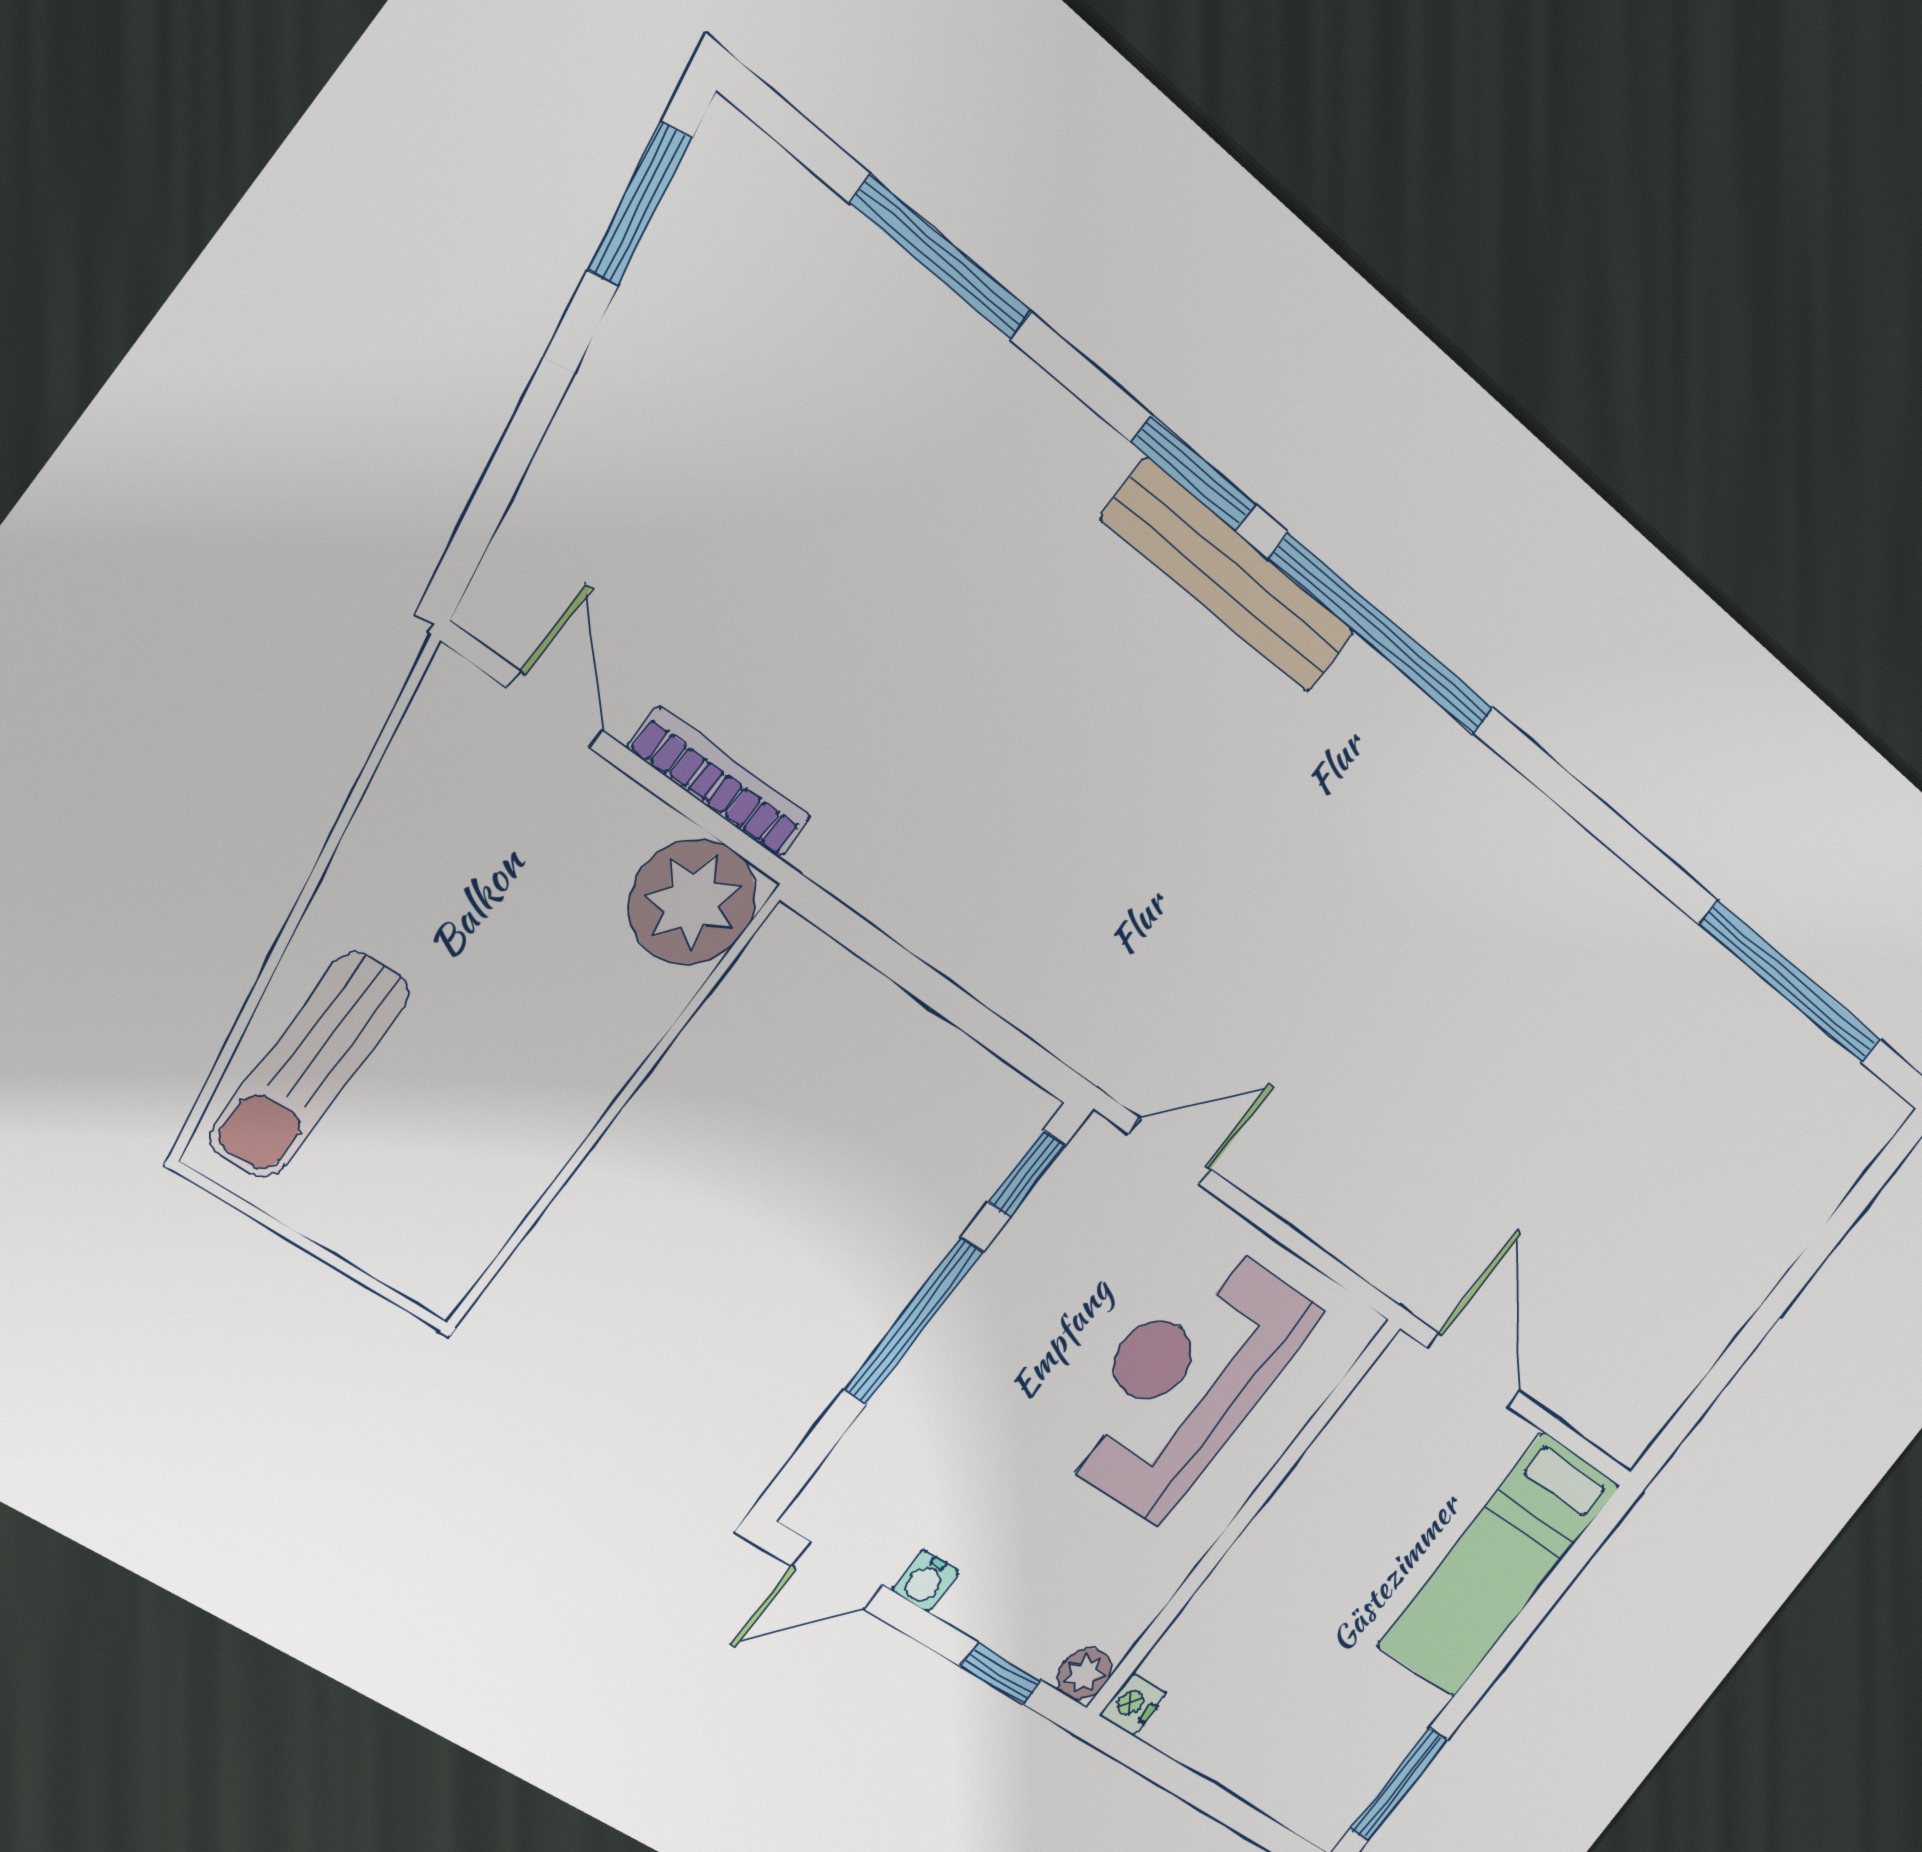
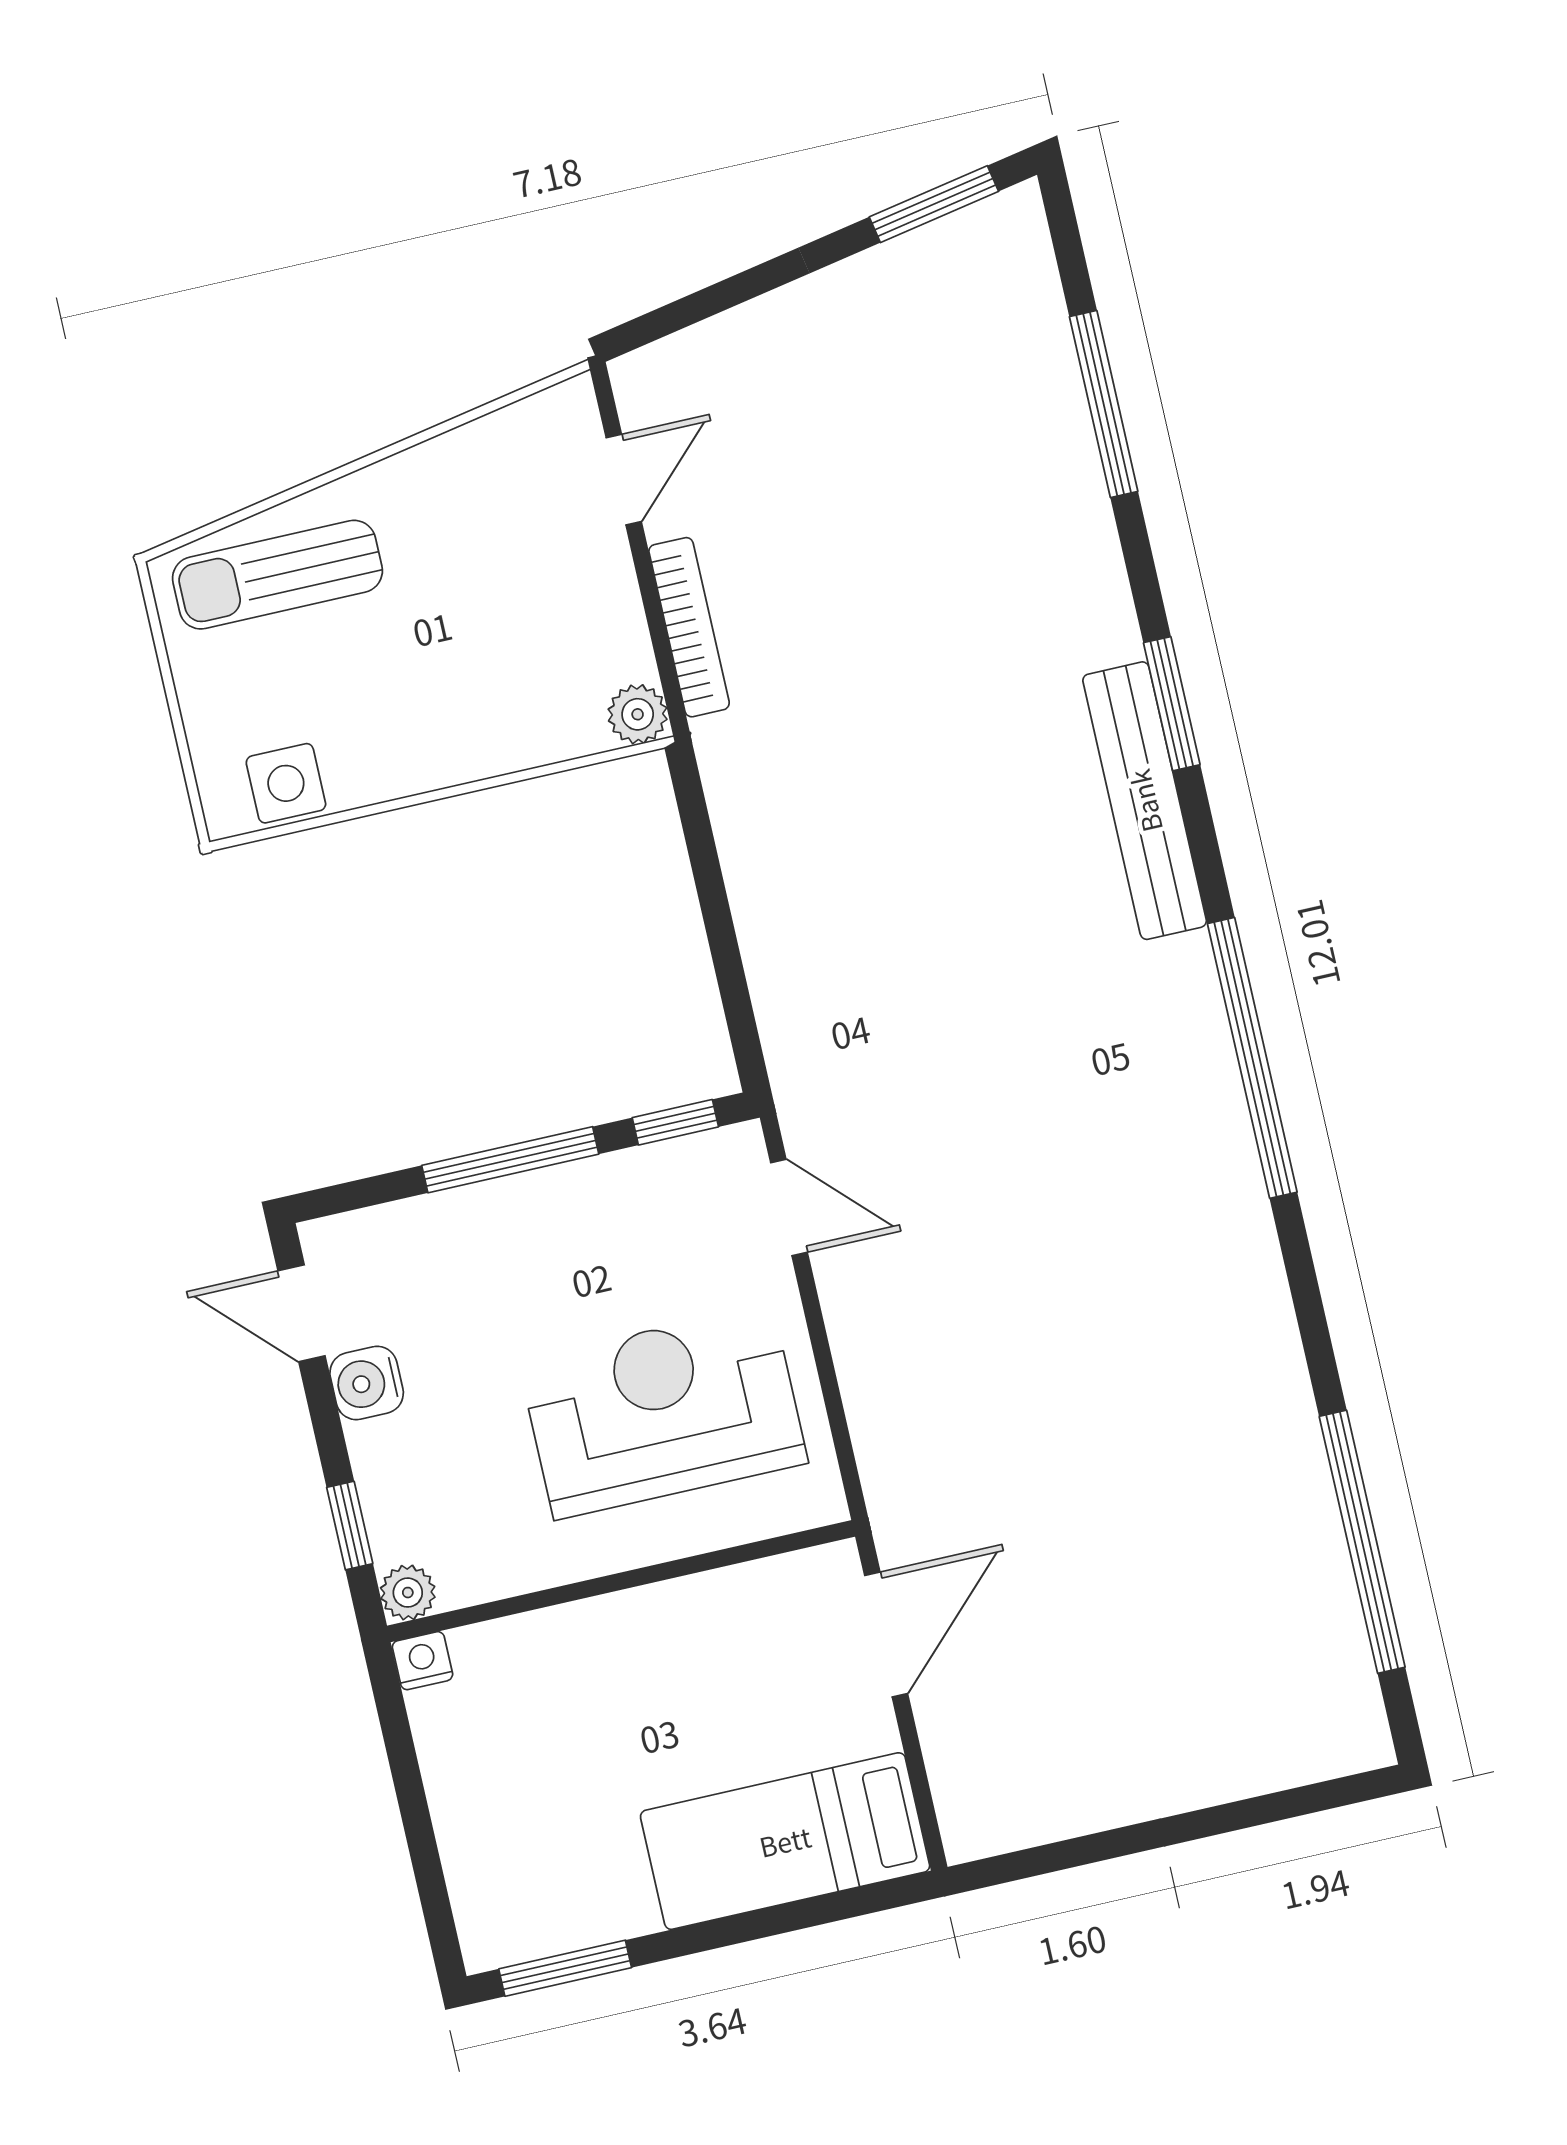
window: (1383, 635) -> (1252, 1058), moved
plant: (692, 902) -> (638, 714), width x0.53, depth x0.53
side table: (472, 1220) -> (286, 783), added
water cooler: (925, 1581) -> (367, 1383), width x1.38, depth x1.38

